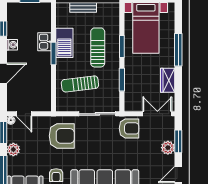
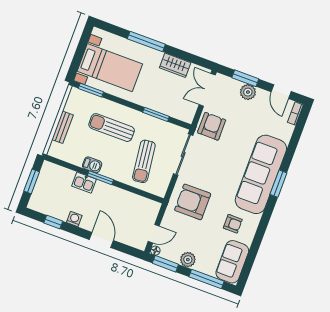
barbecue: (64, 43) -> (92, 165), width x0.53, depth x0.65
window: (122, 47) -> (91, 90), moved
armchair: (62, 136) -> (193, 202), turned -90

